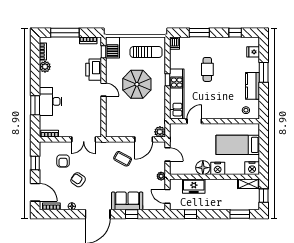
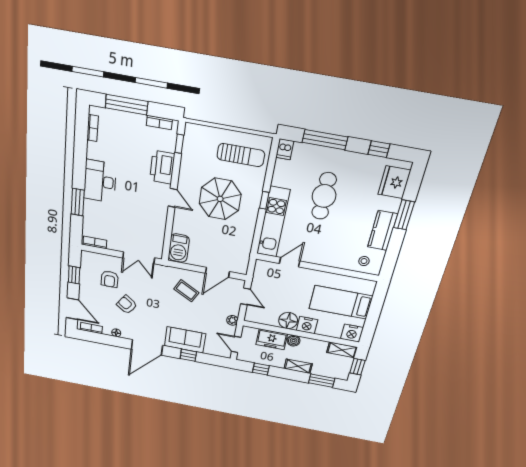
window: (199, 33) -> (325, 140), width x1.44
barbecue: (113, 48) -> (179, 248), moved
fridge: (253, 52) -> (394, 182), width x1.88, depth x1.34
plant: (45, 67) -> (94, 151), removed
cafe table: (207, 69) -> (324, 196), width x1.37, depth x1.35
desk: (50, 101) -> (100, 181), moved
plant: (160, 132) -> (241, 267), removed
boiler: (211, 184) -> (294, 341), added
shelving: (219, 205) -> (298, 366), added

